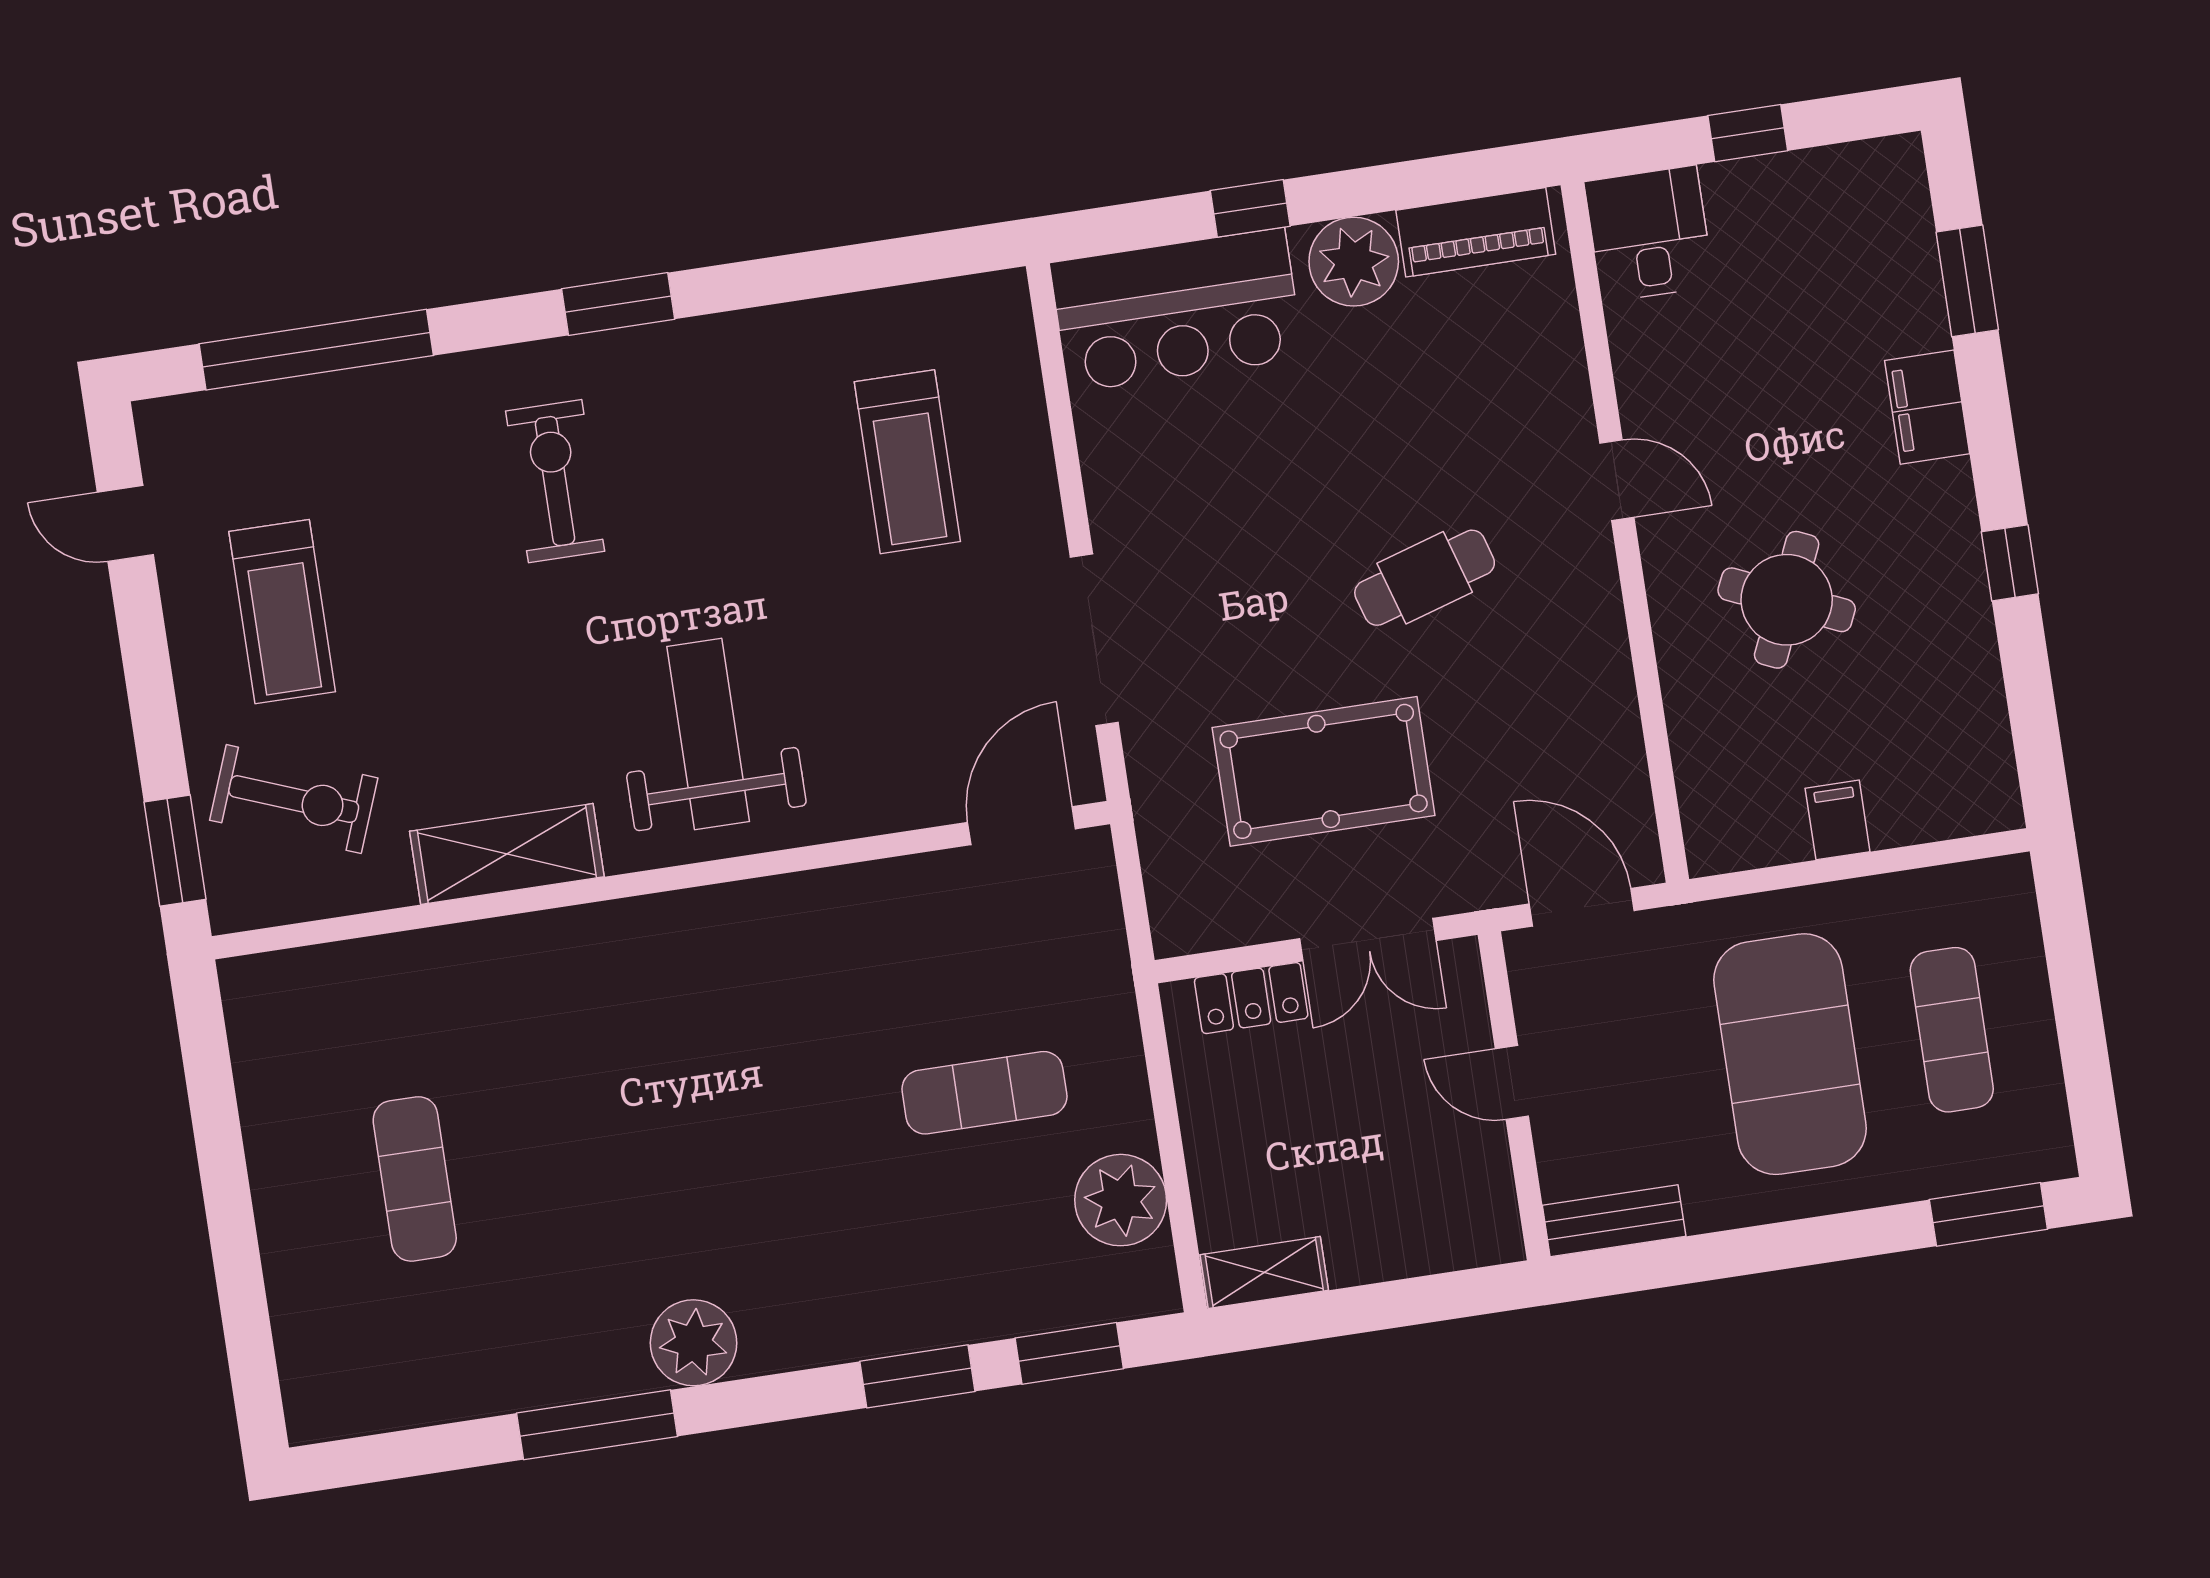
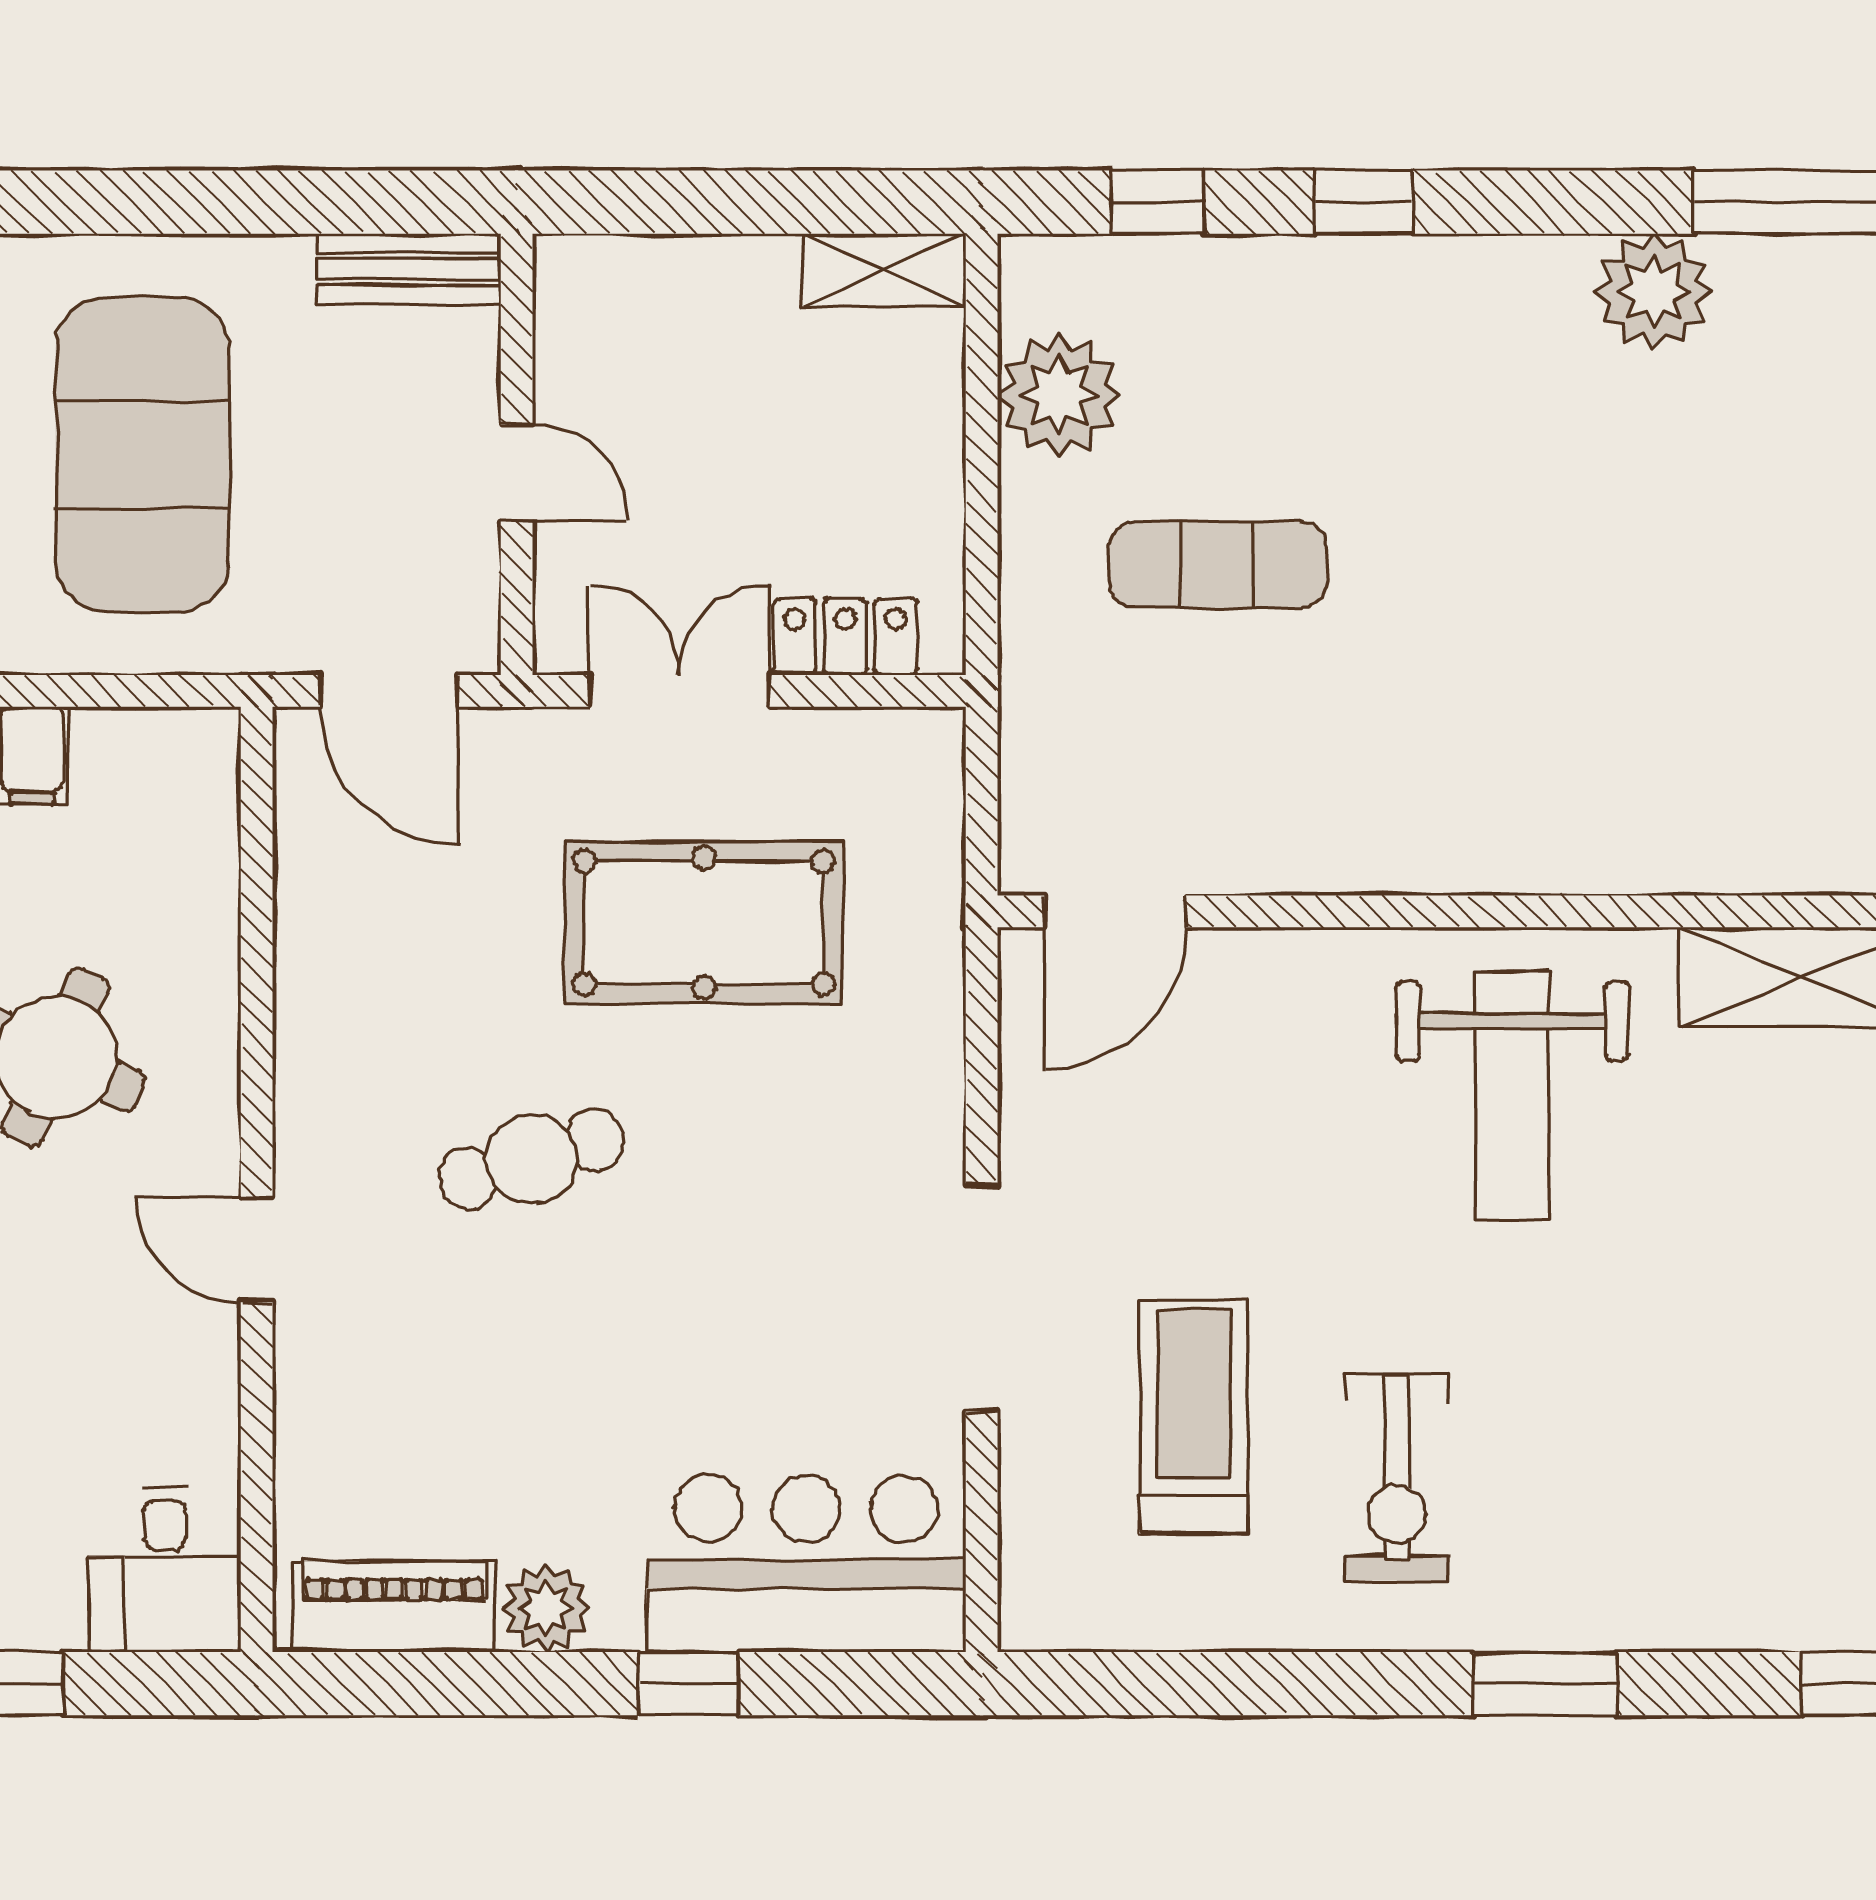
plant: (1354, 262) -> (546, 1608), width x0.73, depth x0.73
exercise bike: (555, 481) -> (1397, 1477), moved
doorway: (1094, 640) -> (982, 1297), moved
window: (1069, 1353) -> (1158, 202), width x0.67
window: (917, 1376) -> (1364, 202), width x0.67

